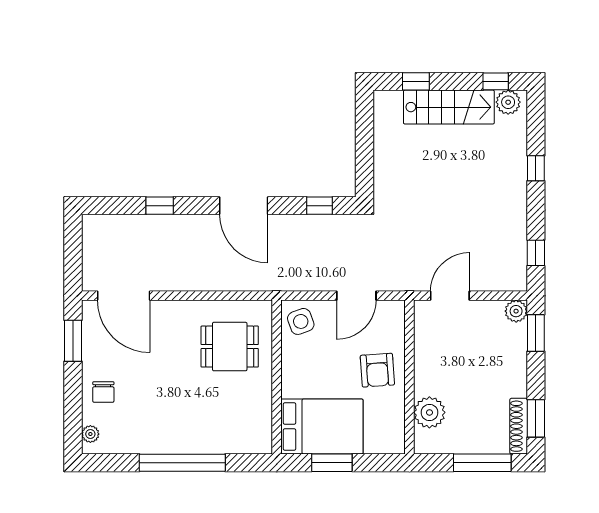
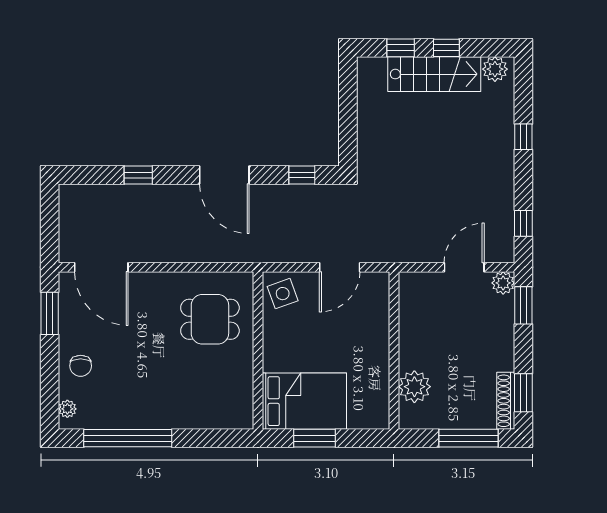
window: (496, 81) -> (446, 48), moved
door: (450, 296) -> (464, 267), moved
armchair: (377, 370) -> (361, 343), removed
window: (182, 463) -> (128, 438), moved

